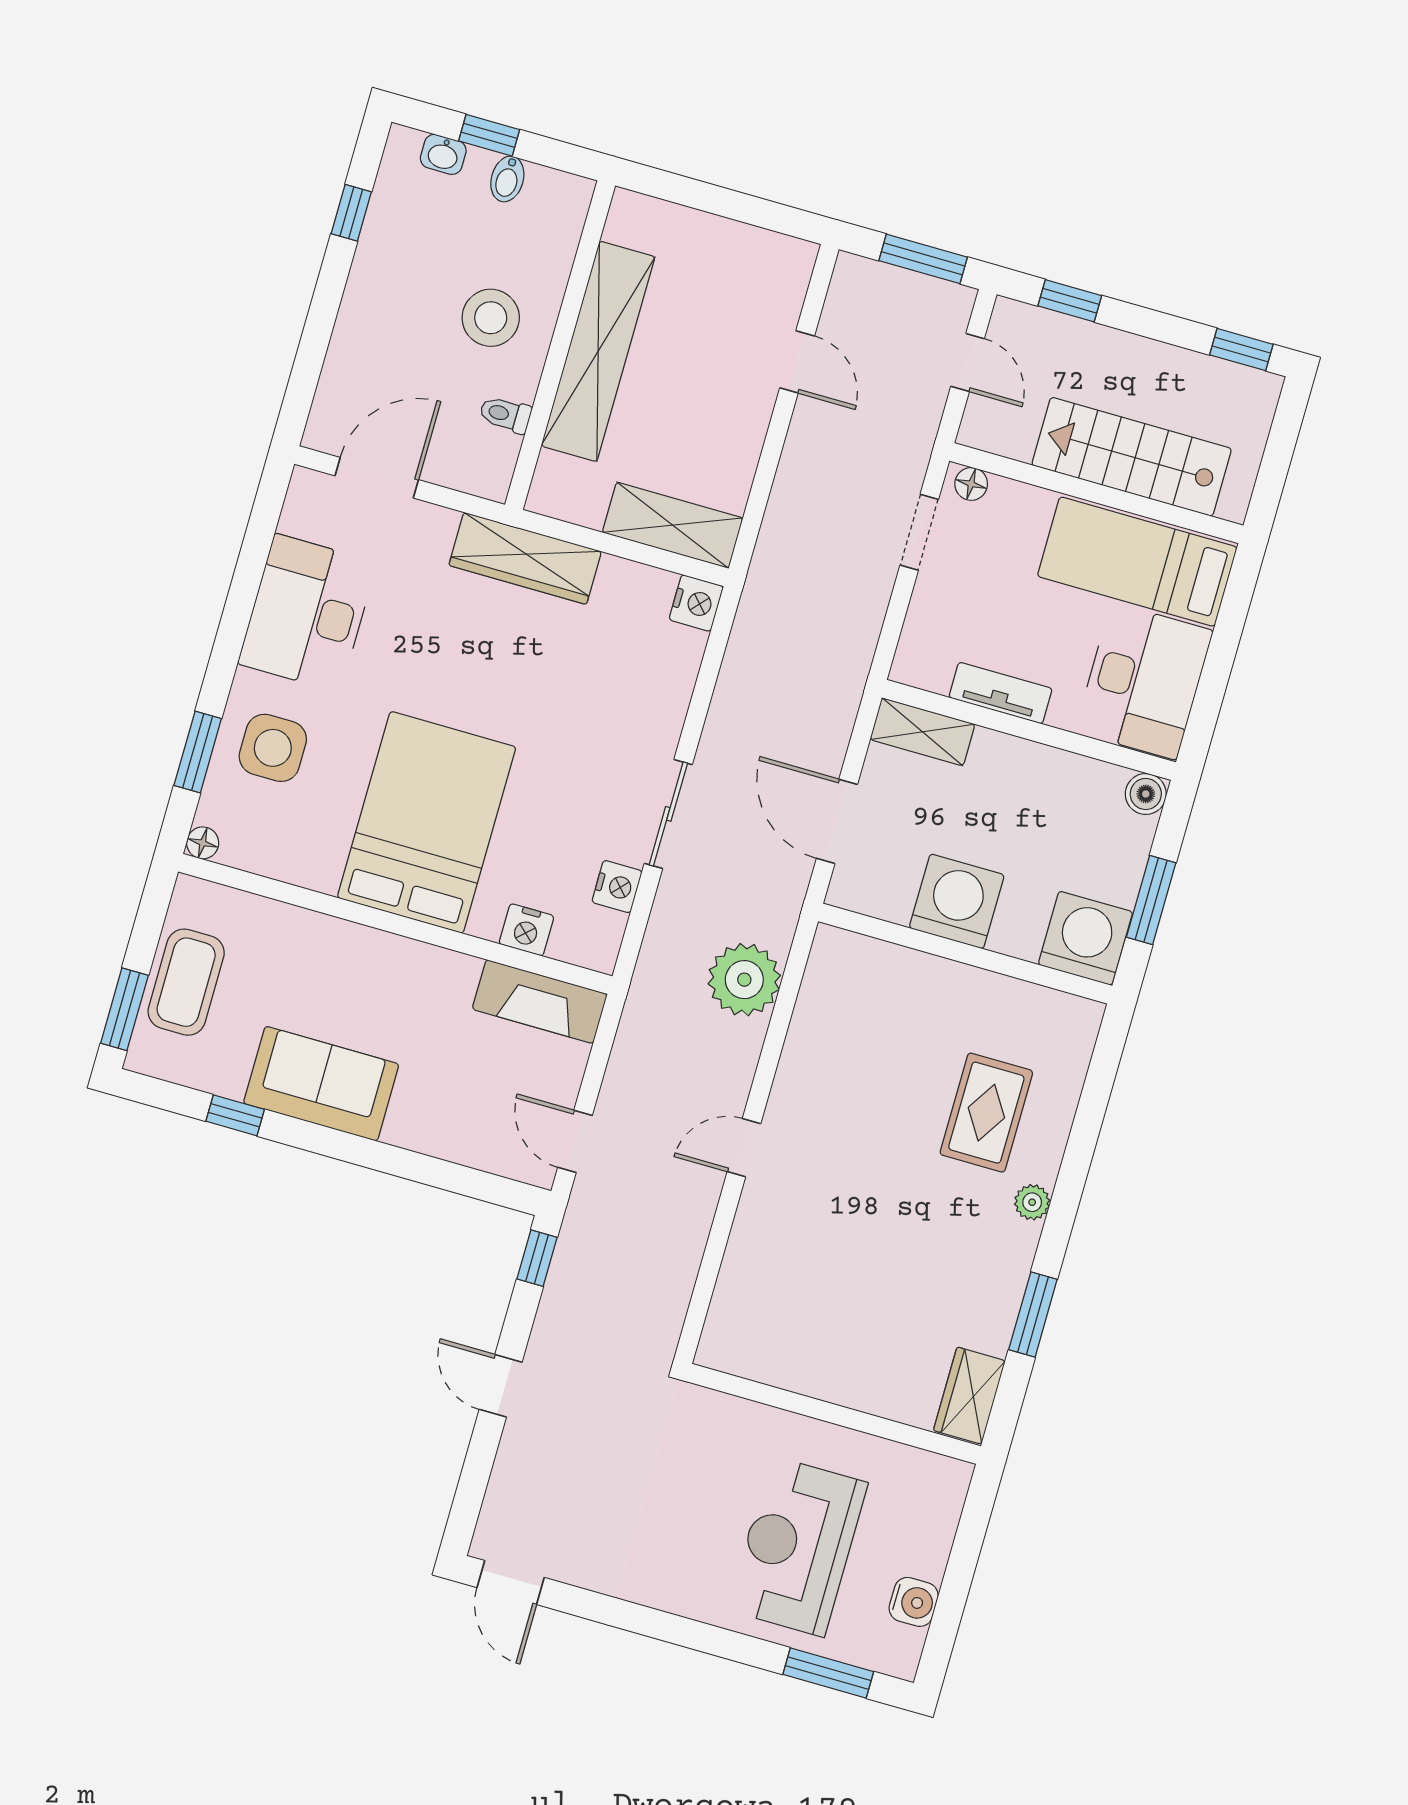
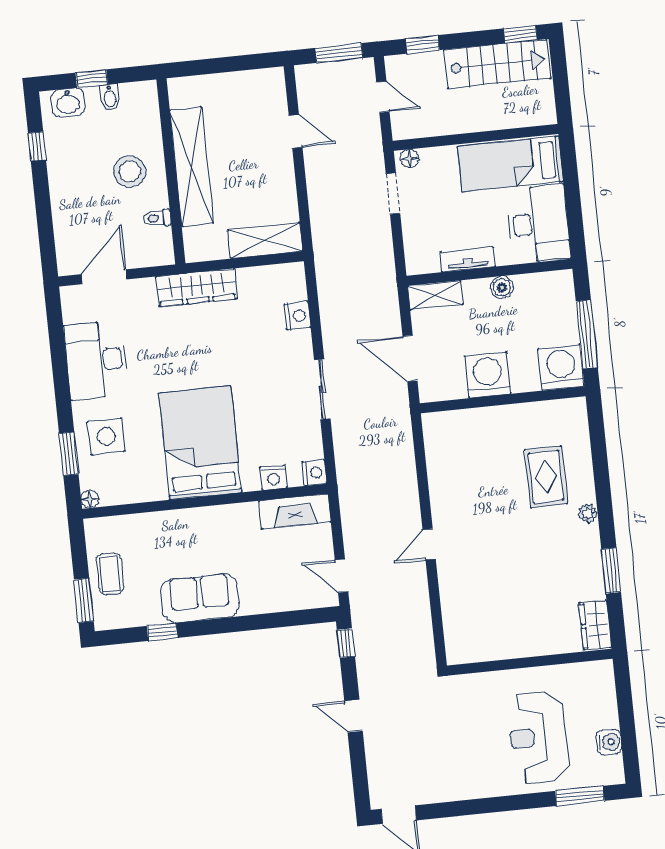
washbasin: (443, 154) -> (68, 102), width x1.38, depth x1.45
stairs: (1132, 457) -> (497, 64), moved, turned 180
nightstand: (696, 603) -> (297, 316), moved
boiler: (1146, 794) -> (502, 287), moved
nightstand: (617, 887) -> (315, 473), moved
window: (1151, 900) -> (587, 334), width x1.44
plant: (744, 980) -> (395, 458), removed
coffee table: (186, 982) -> (110, 574), width x0.73, depth x0.77

